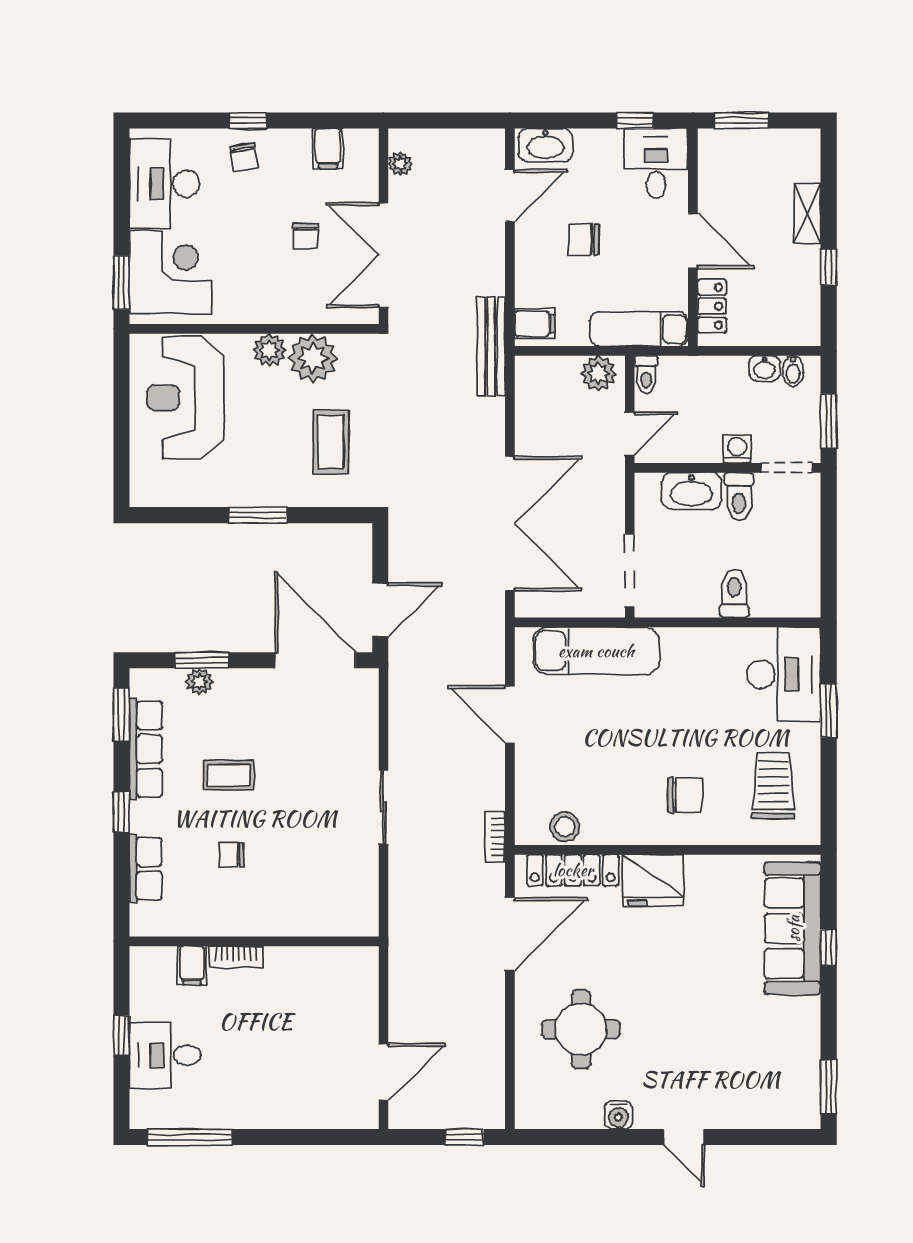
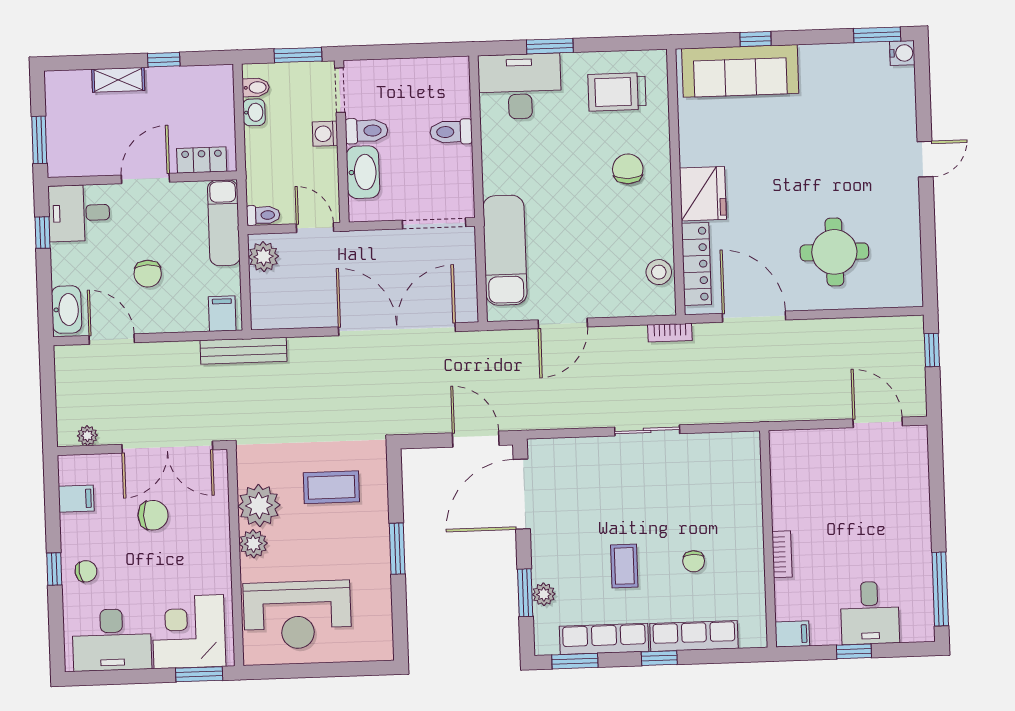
chair: (306, 236) -> (153, 515), width x1.37, depth x1.37
row of seats: (146, 869) -> (694, 636), width x1.48
filing cabinet: (192, 965) -> (792, 634), moved
water cooler: (618, 1115) -> (902, 53), moved

